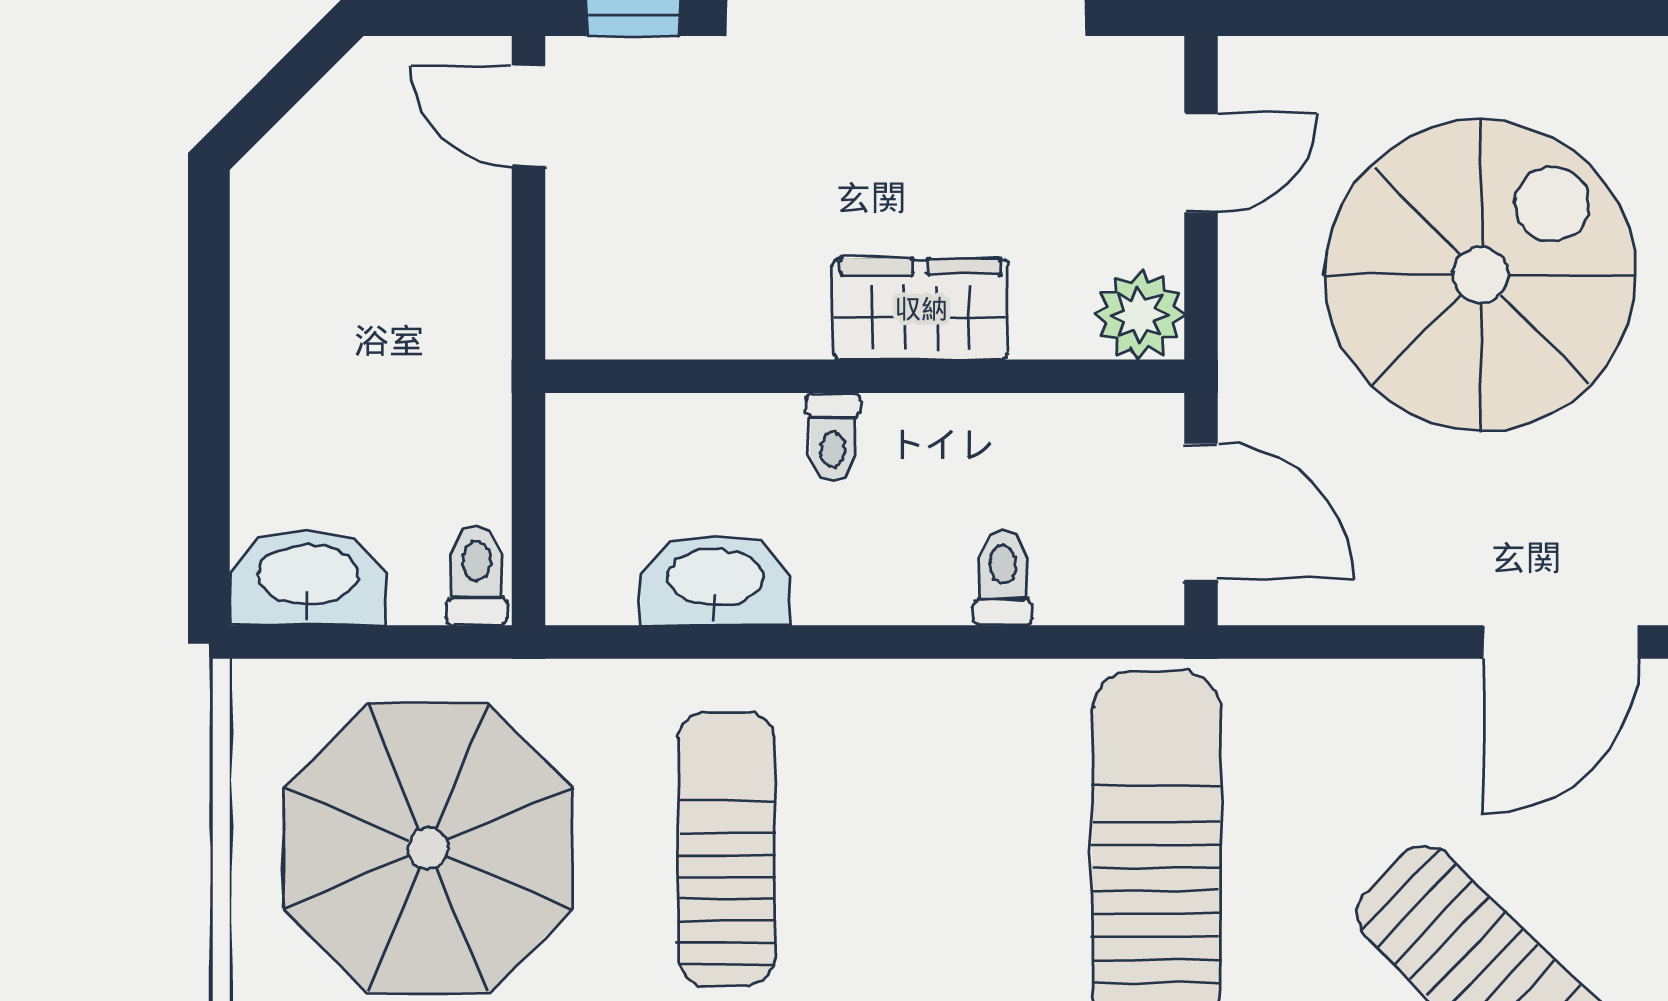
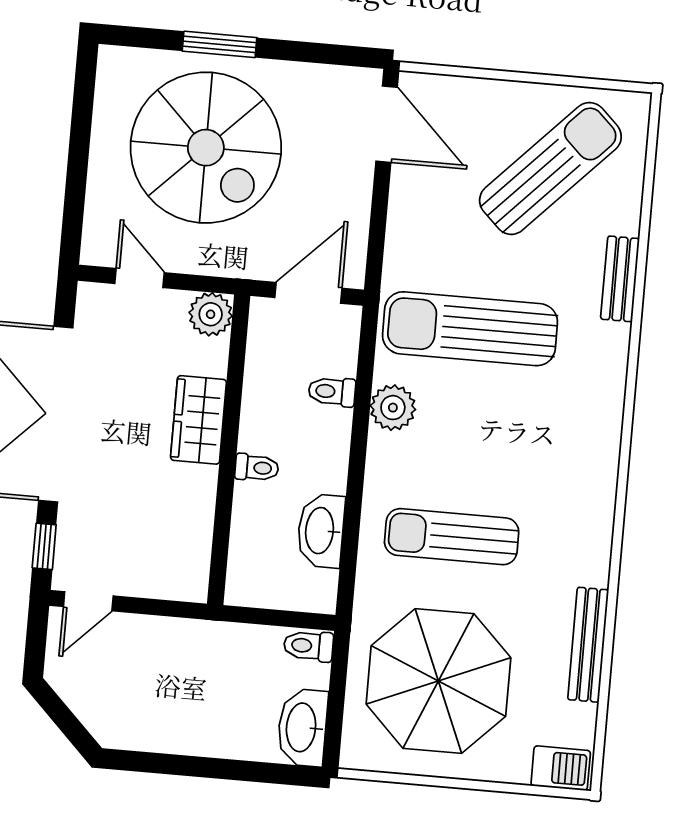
spiral stairs: (1481, 275) -> (206, 148), turned 180
plant: (981, 706) -> (393, 408), added

